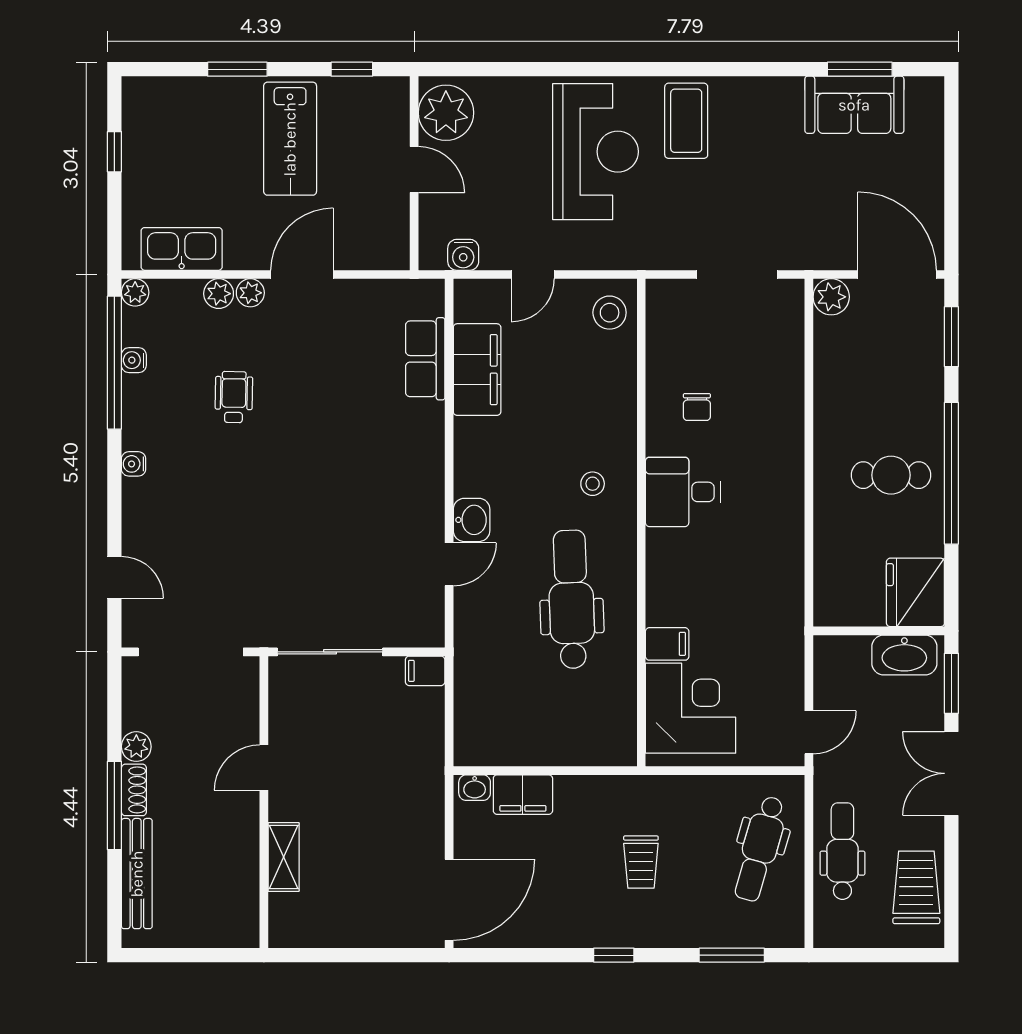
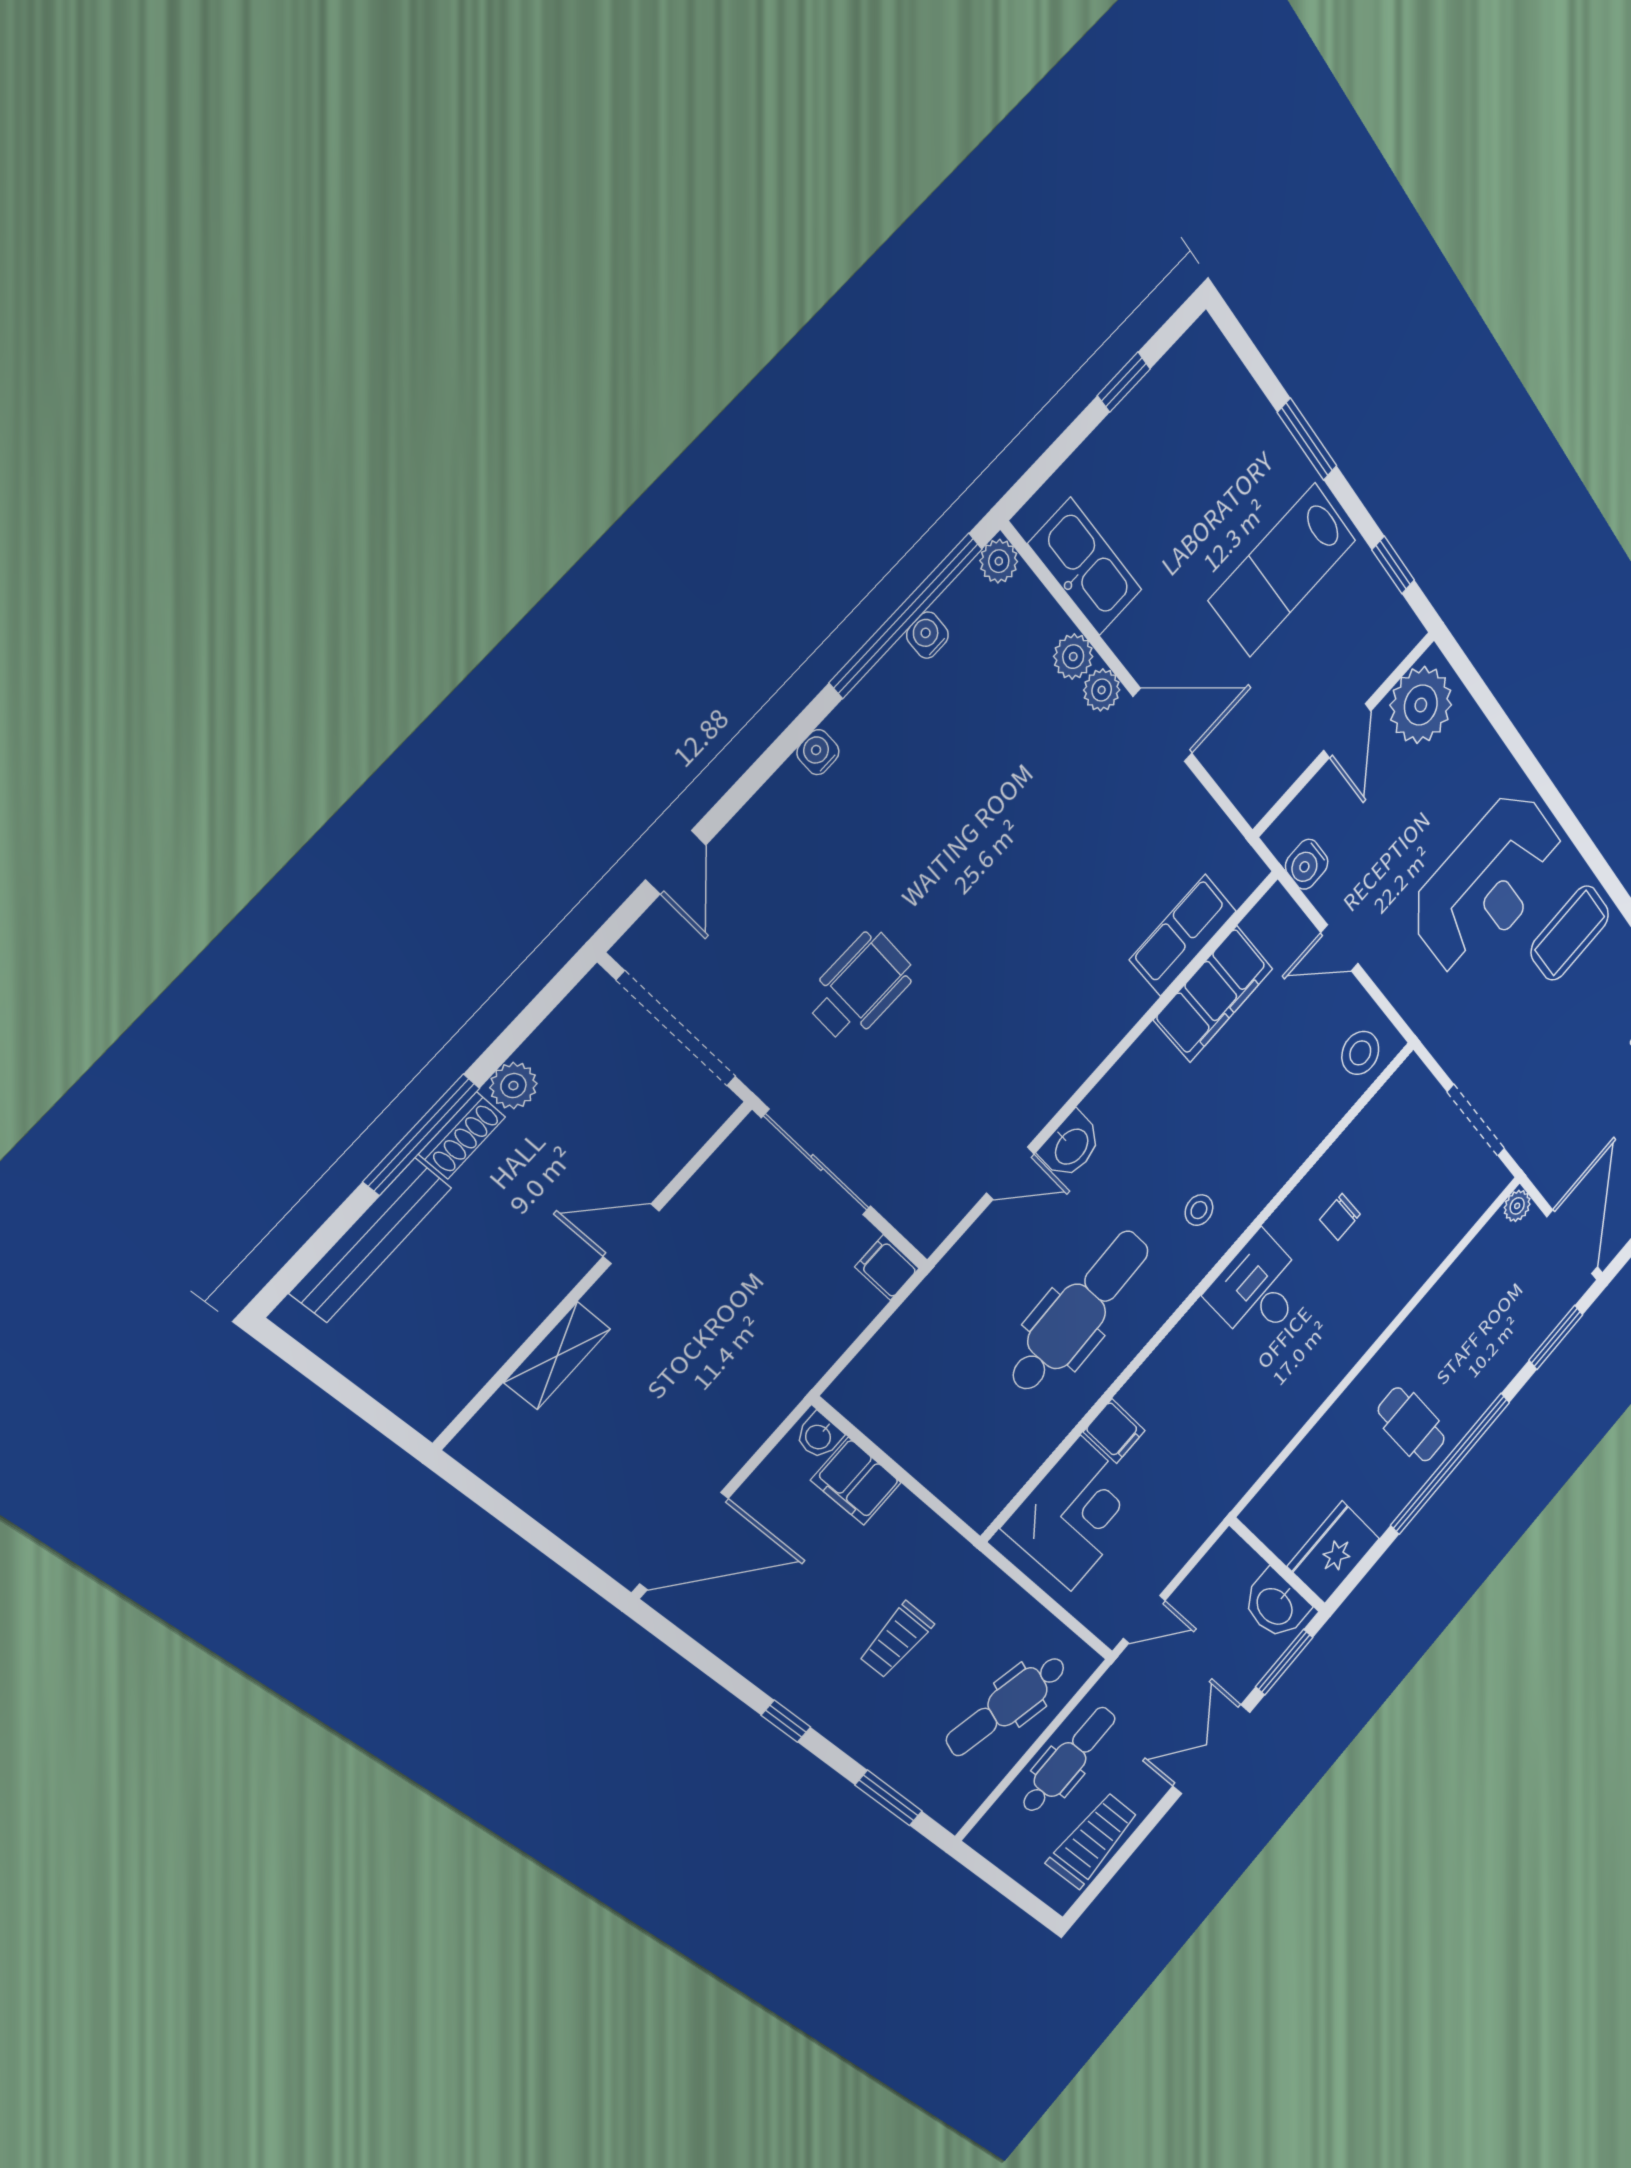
plant: (831, 297) -> (1517, 1206), width x0.73, depth x0.73
wheelchair: (234, 397) -> (860, 987), moved, width x1.36, depth x1.37

